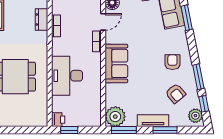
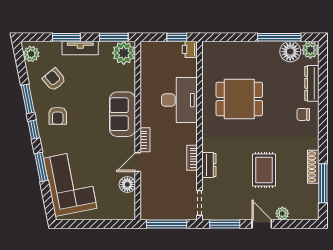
window: (204, 104) -> (34, 130), moved

